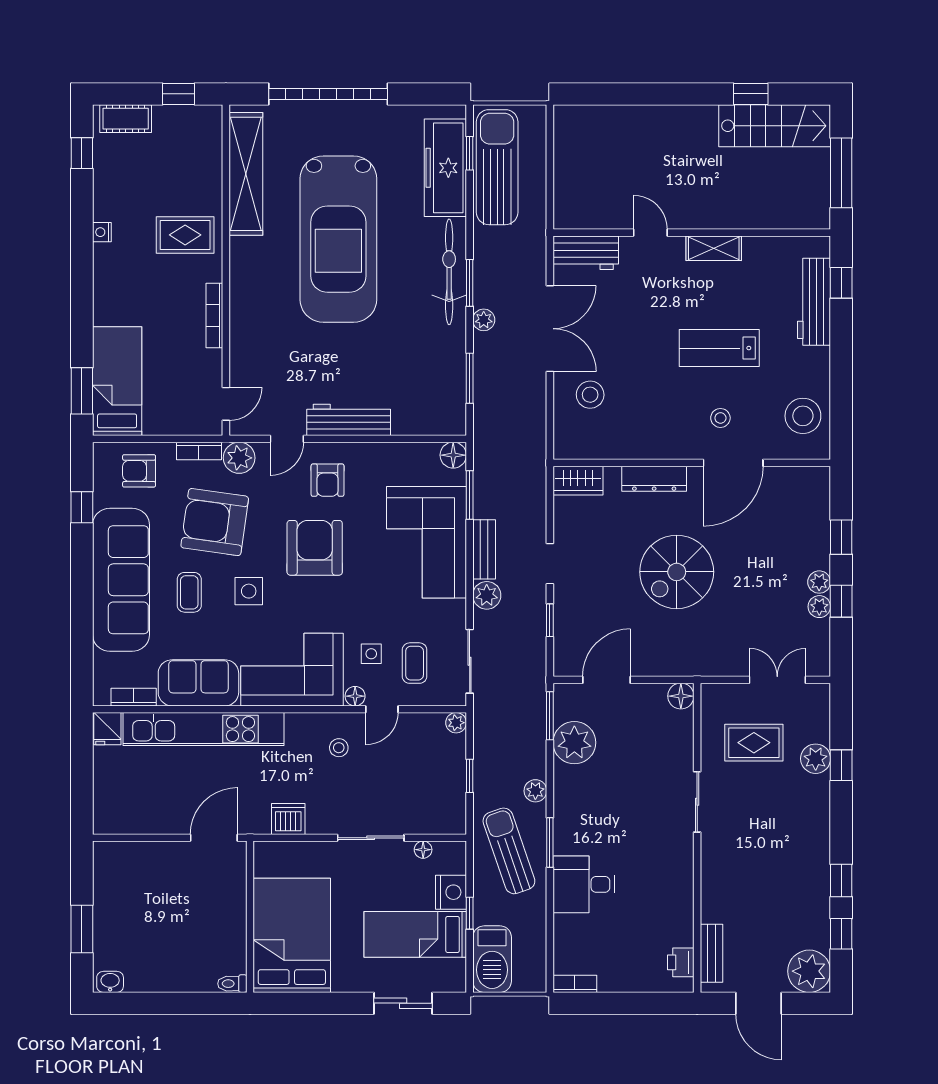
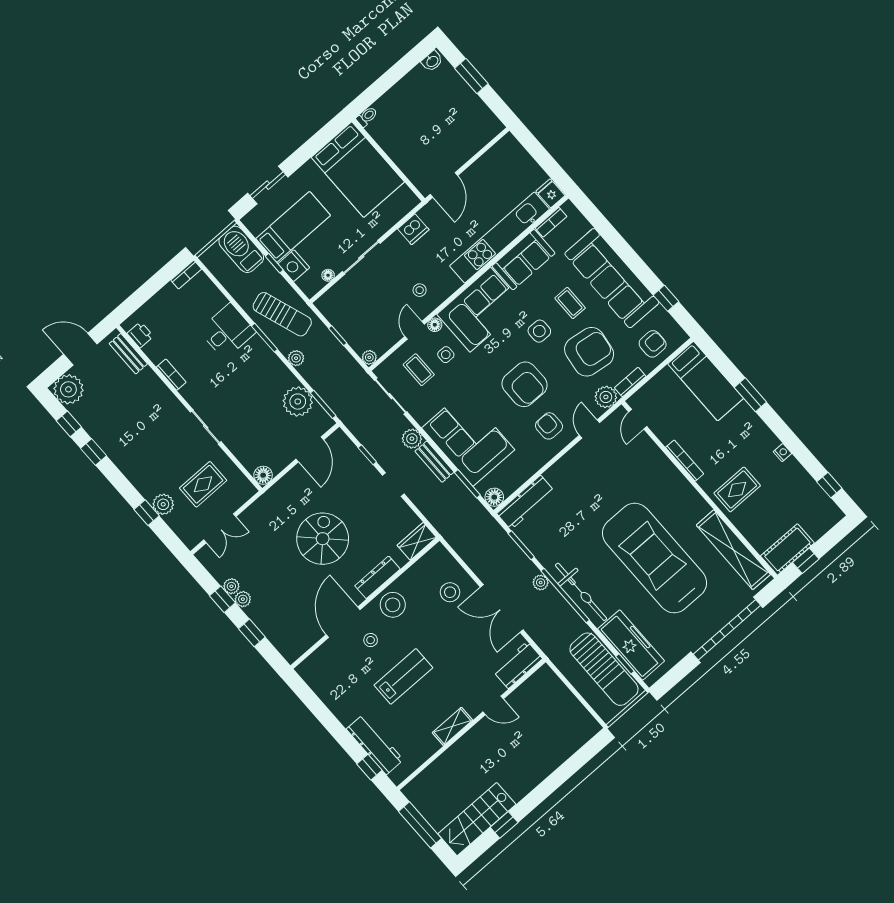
cot: (126, 119) -> (787, 549), moved, width x1.37, depth x1.34
window: (470, 283) -> (565, 595), width x2.11
window: (82, 391) -> (750, 395), moved
stool: (803, 416) -> (393, 605), moved
workbench: (349, 420) -> (526, 502), moved
bookcase: (685, 890) -> (171, 375), added

